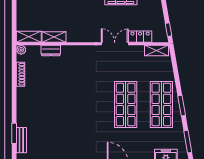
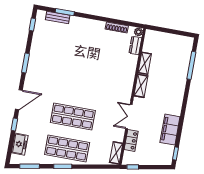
shelving: (29, 37) -> (141, 86), moved
double door: (115, 44) -> (129, 117), swing flipped
dresser: (51, 51) -> (135, 45), moved

